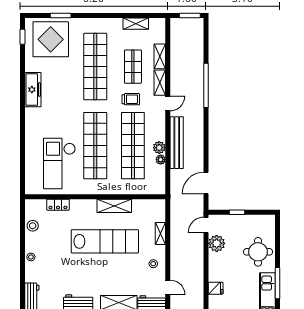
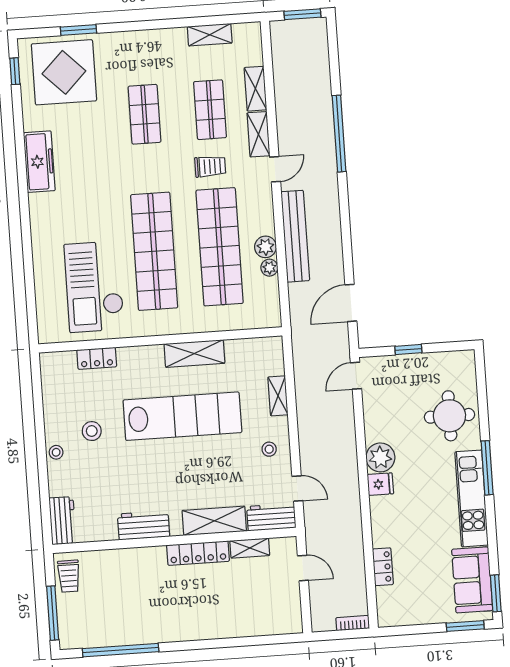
shop shelf: (95, 67) -> (145, 114), width x0.50, depth x0.74
stool: (33, 226) -> (92, 431), moved
plant: (217, 243) -> (380, 457), moved

